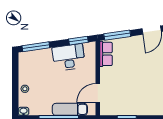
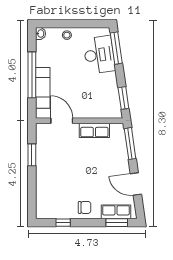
row of seats: (106, 54) -> (94, 130), moved
desk: (69, 57) -> (99, 55), moved

